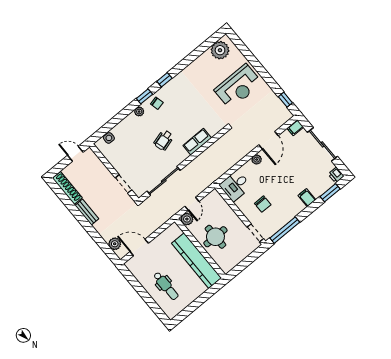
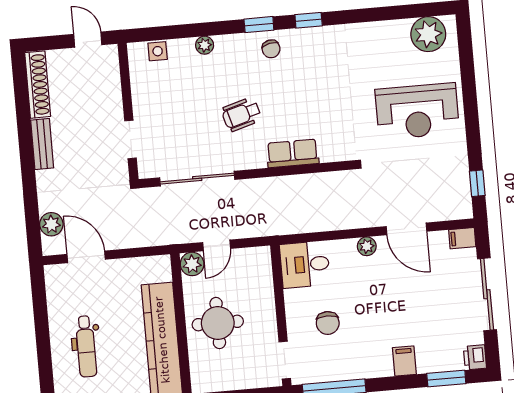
plant: (139, 112) -> (205, 45), moved
door: (268, 140) -> (406, 229), hinge flipped

